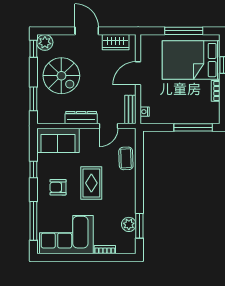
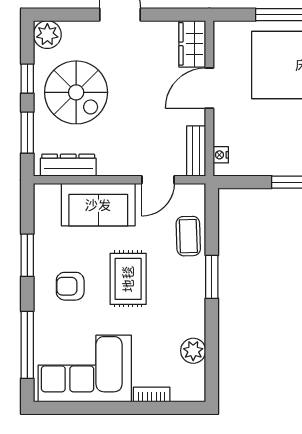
wardrobe: (116, 42) -> (192, 44), moved, turned 90
window: (33, 49) -> (27, 79), moved
dresser: (81, 118) -> (68, 165), moved
sofa: (58, 140) -> (98, 205), moved
window: (33, 169) -> (27, 255), width x1.50
window: (139, 226) -> (212, 277), moved

